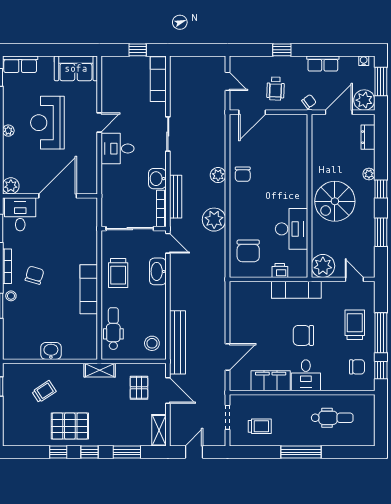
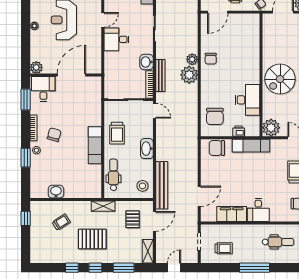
plant: (214, 220) -> (189, 75), moved
washbasin: (158, 271) -> (147, 149), moved
chair: (303, 335) -> (217, 148), moved
washbasin: (51, 351) -> (56, 192), moved
door: (168, 390) -> (154, 221), hinge flipped
pallet: (70, 426) -> (92, 239), moved

